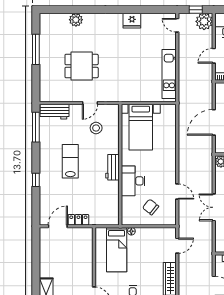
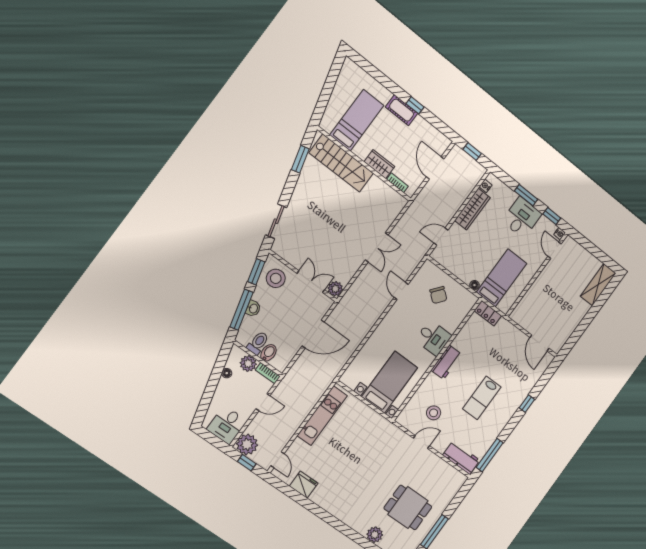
fridge: (132, 21) -> (304, 485), moved
dining table: (82, 66) -> (408, 508), moved
desk: (133, 181) -> (433, 338), width x0.73
locker: (78, 220) -> (488, 313), moved
door: (58, 226) -> (539, 343), hinge flipped

